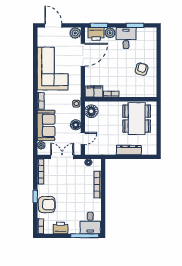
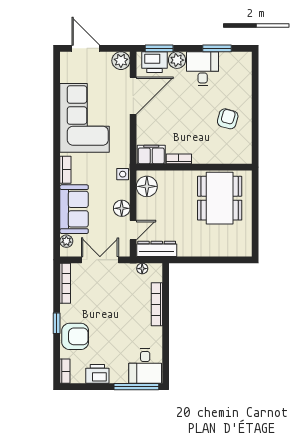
dresser: (129, 150) -> (157, 249), moved

